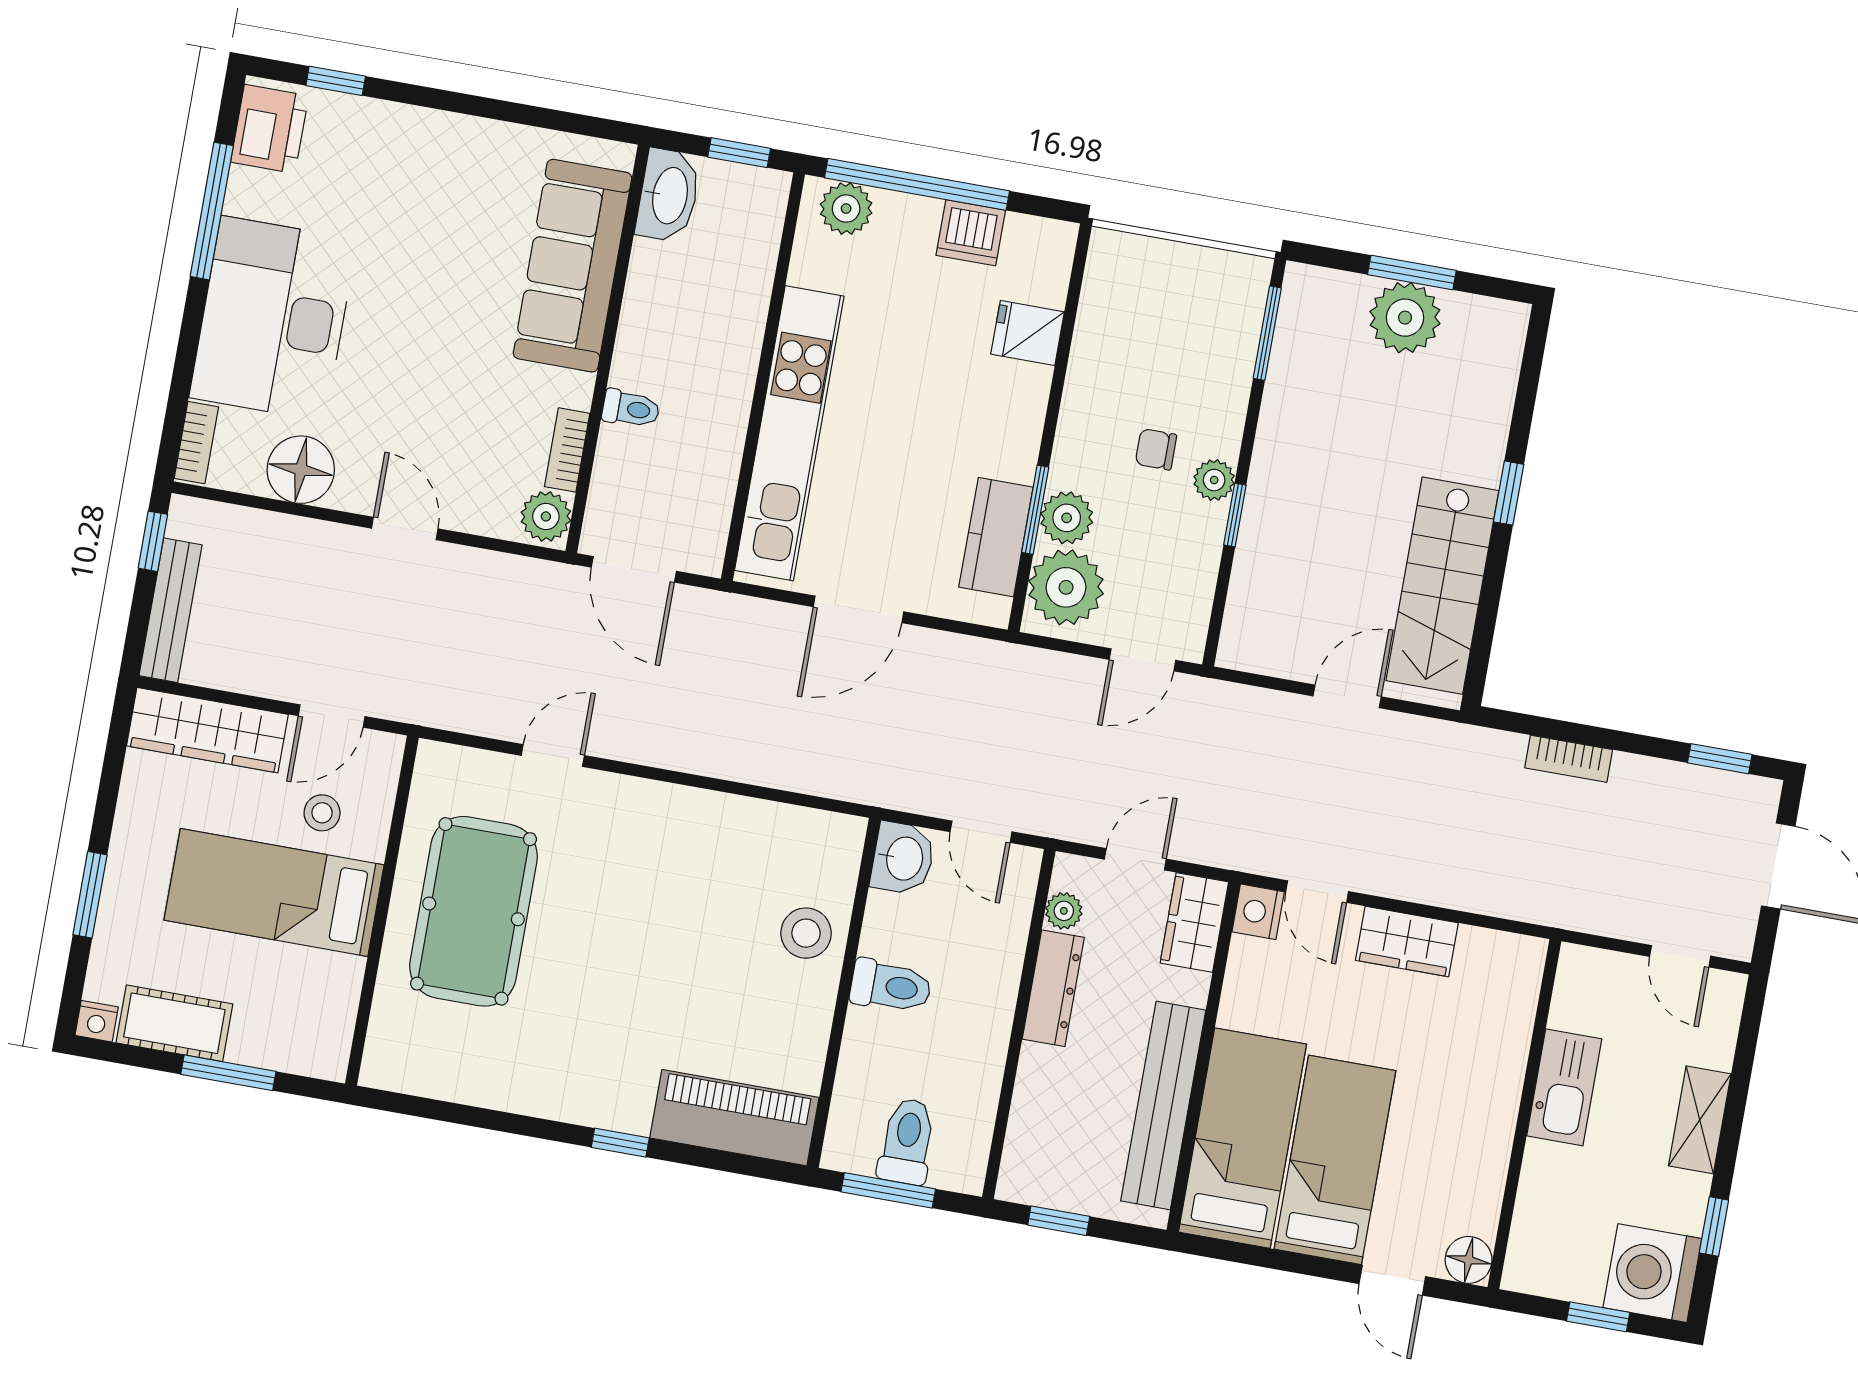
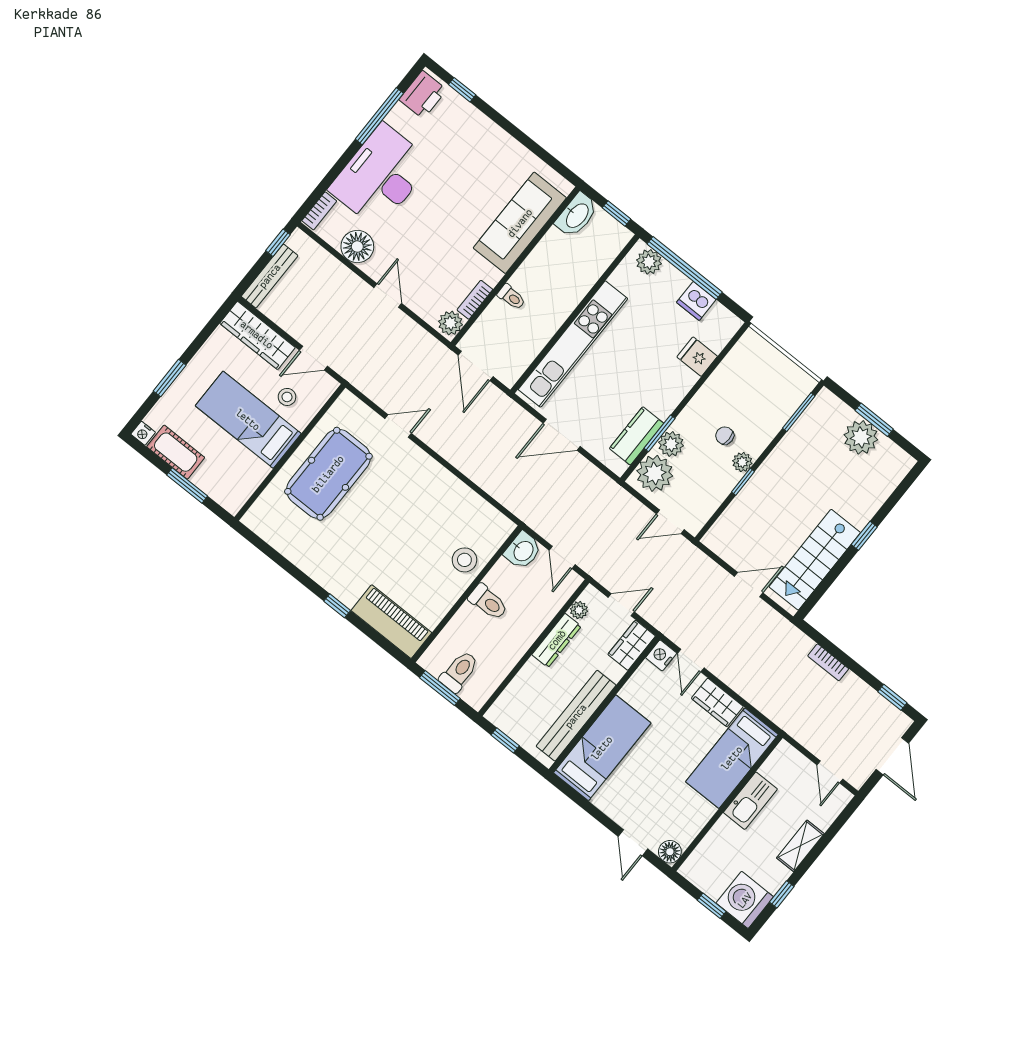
bed: (1335, 1160) -> (732, 758), moved, turned 180

